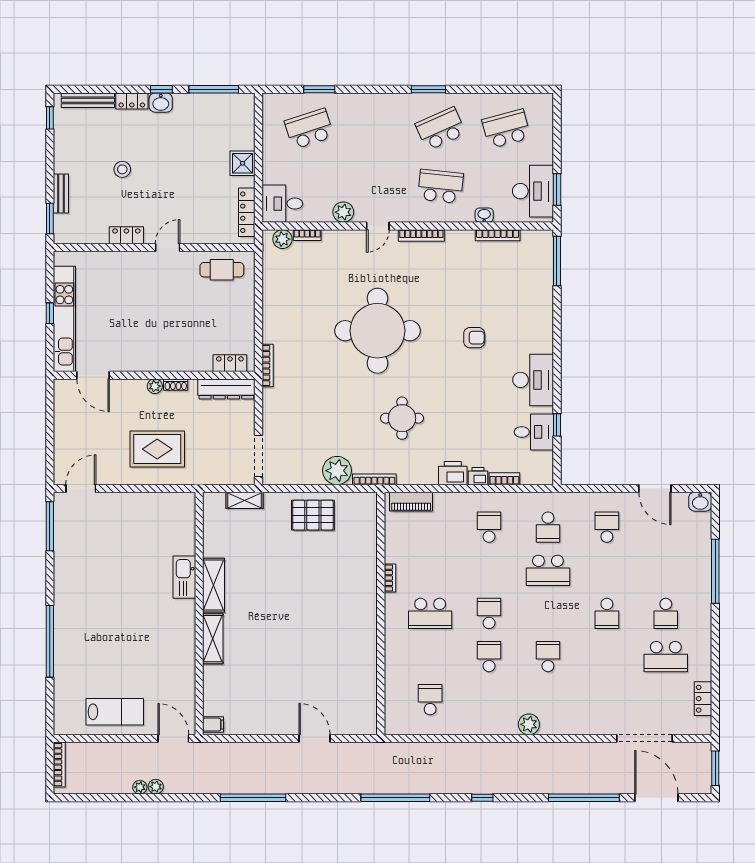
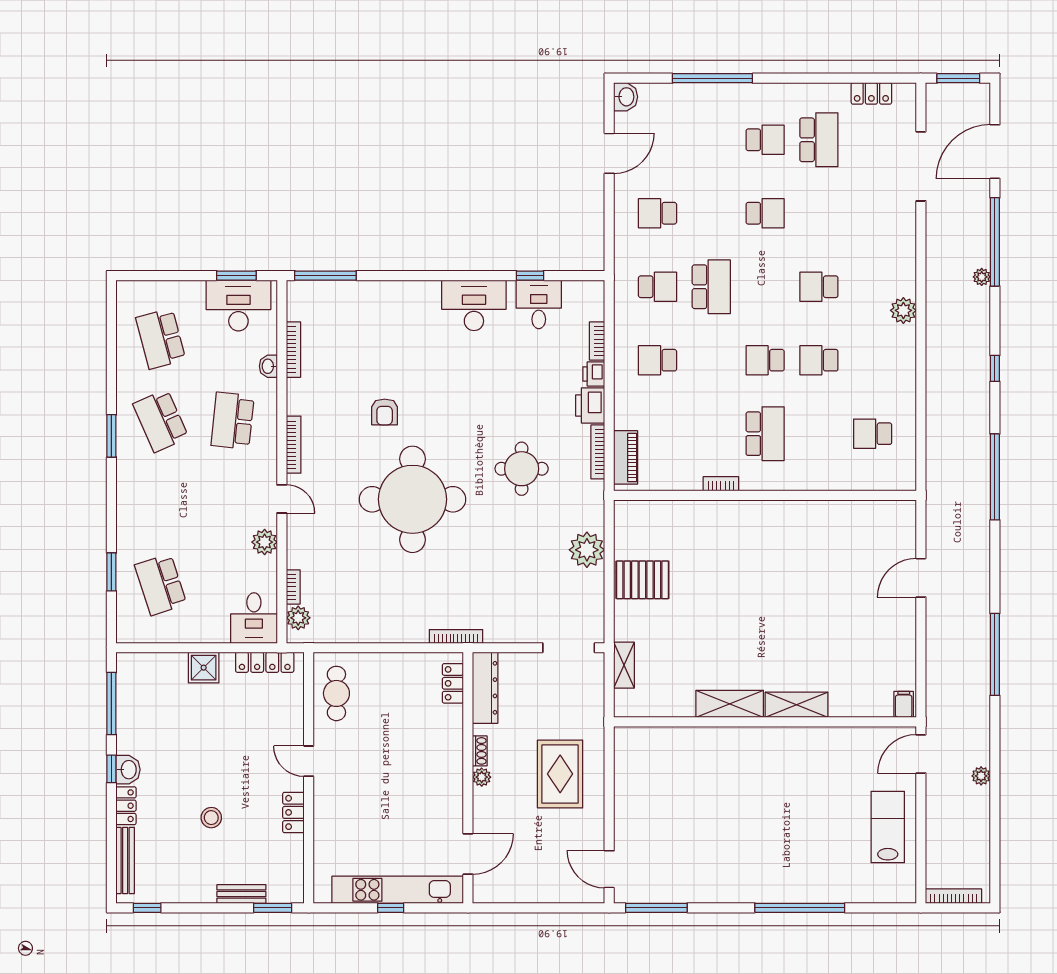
armchair: (474, 338) -> (385, 412), moved, turned 180
bookcase: (374, 479) -> (598, 452), moved
pallet: (313, 515) -> (642, 580), turned 90
kitchen sink: (184, 577) -> (720, 740), removed
plant: (140, 787) -> (982, 277), moved

